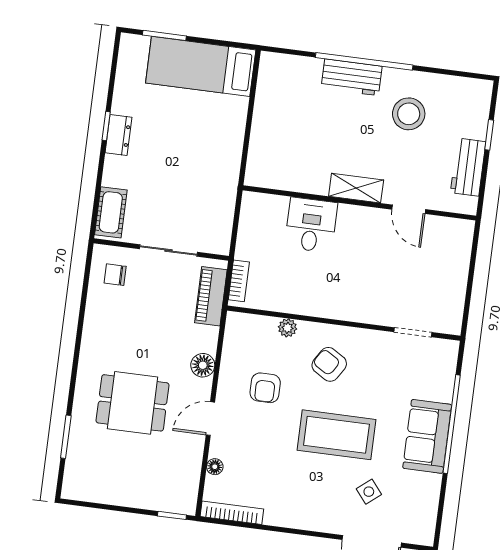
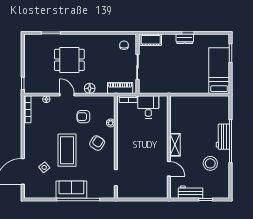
door: (409, 209) -> (169, 169), swing flipped
desk: (311, 225) -> (148, 107), moved, turned -90
dining table: (133, 403) -> (69, 60), turned 90

